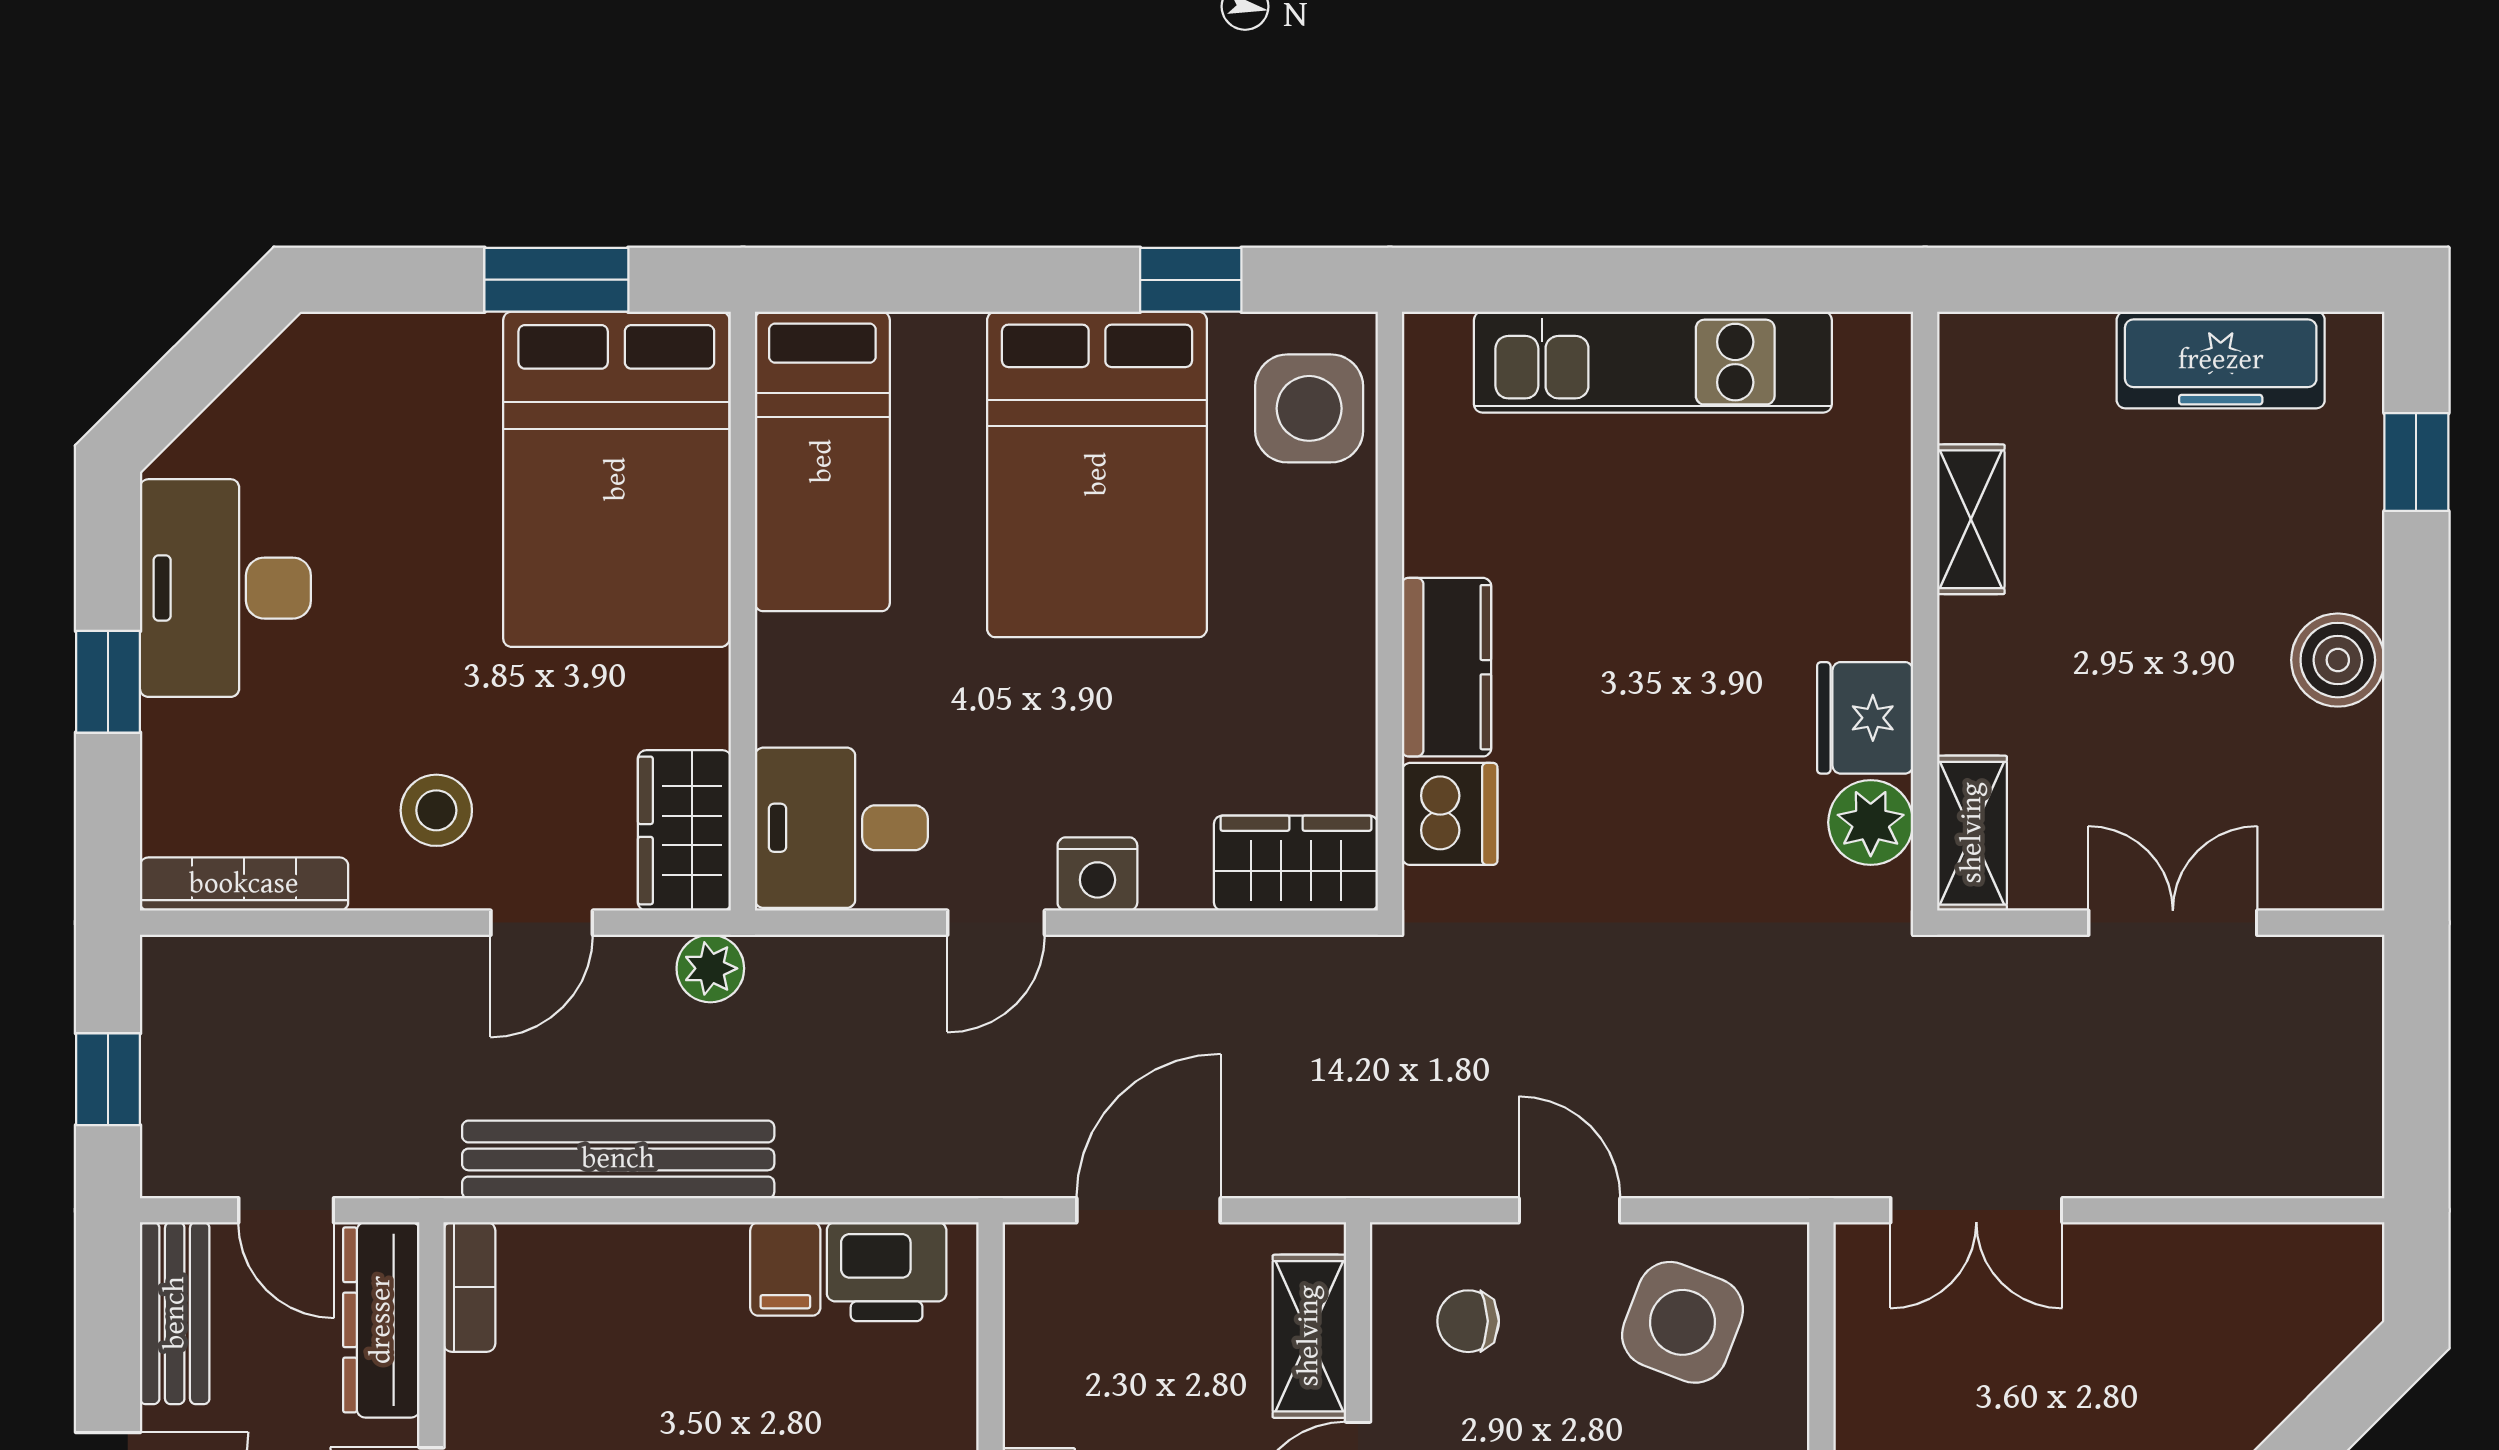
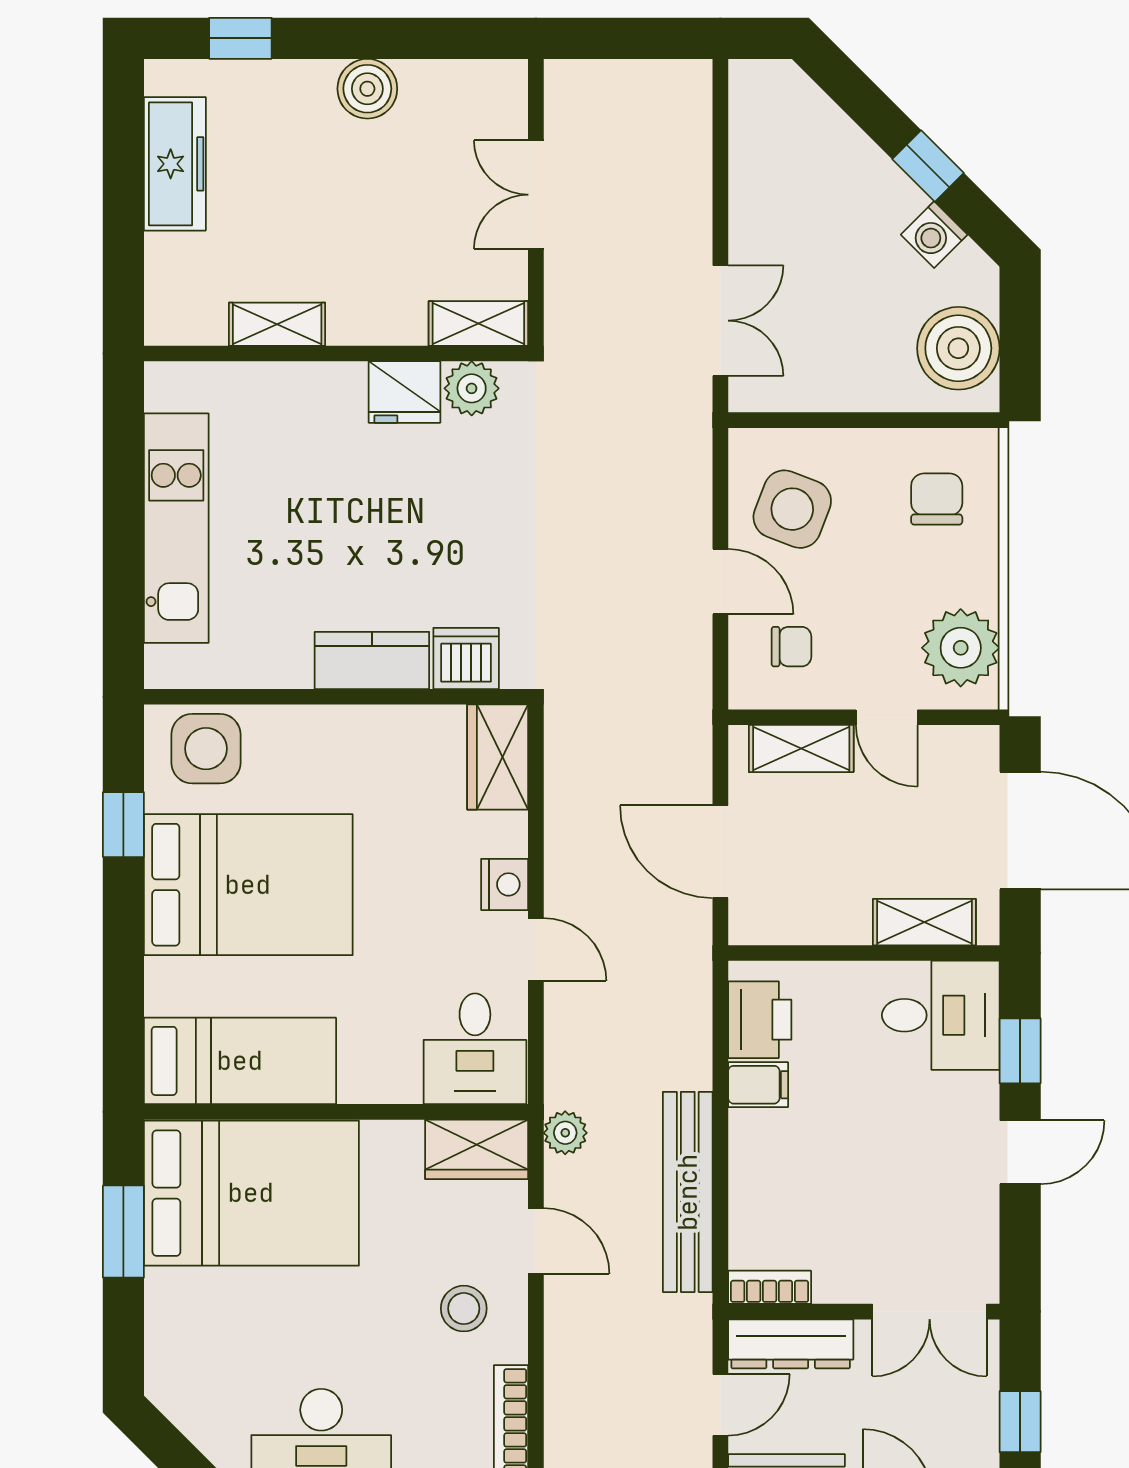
door: (1569, 1210) -> (720, 582), swing flipped
chair: (1468, 1321) -> (791, 647), turned -90

